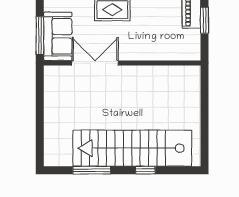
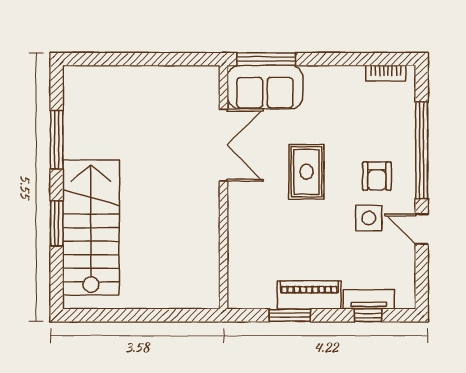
stairs: (132, 148) -> (91, 228), width x0.73
window: (145, 170) -> (57, 223), width x1.50

